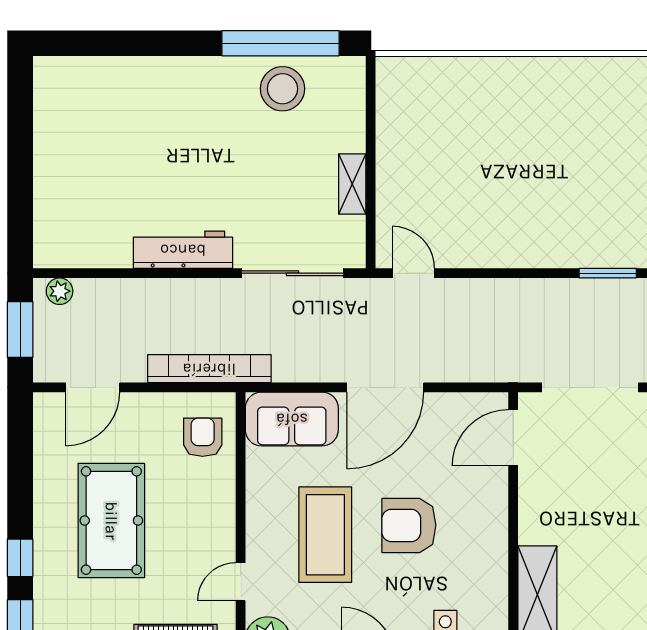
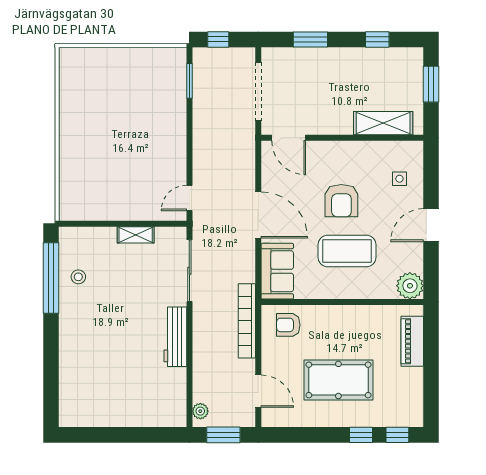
stool: (283, 89) -> (78, 277), width x0.53, depth x0.53
door: (241, 582) -> (375, 302), removed

